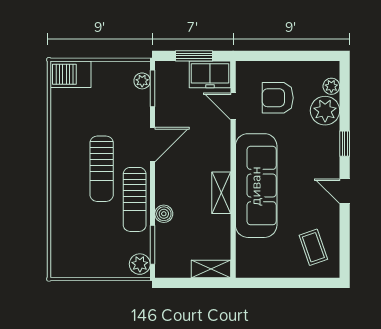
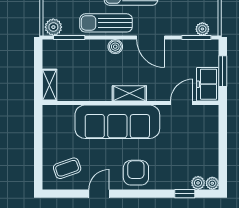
armchair: (278, 98) -> (136, 173), moved
plant: (325, 111) -> (212, 183), moved, width x0.53, depth x0.53
window: (345, 144) -> (185, 194), moved
door: (345, 191) -> (99, 194), moved
shelving: (221, 193) -> (129, 93), moved
boiler: (164, 214) -> (115, 47), moved

